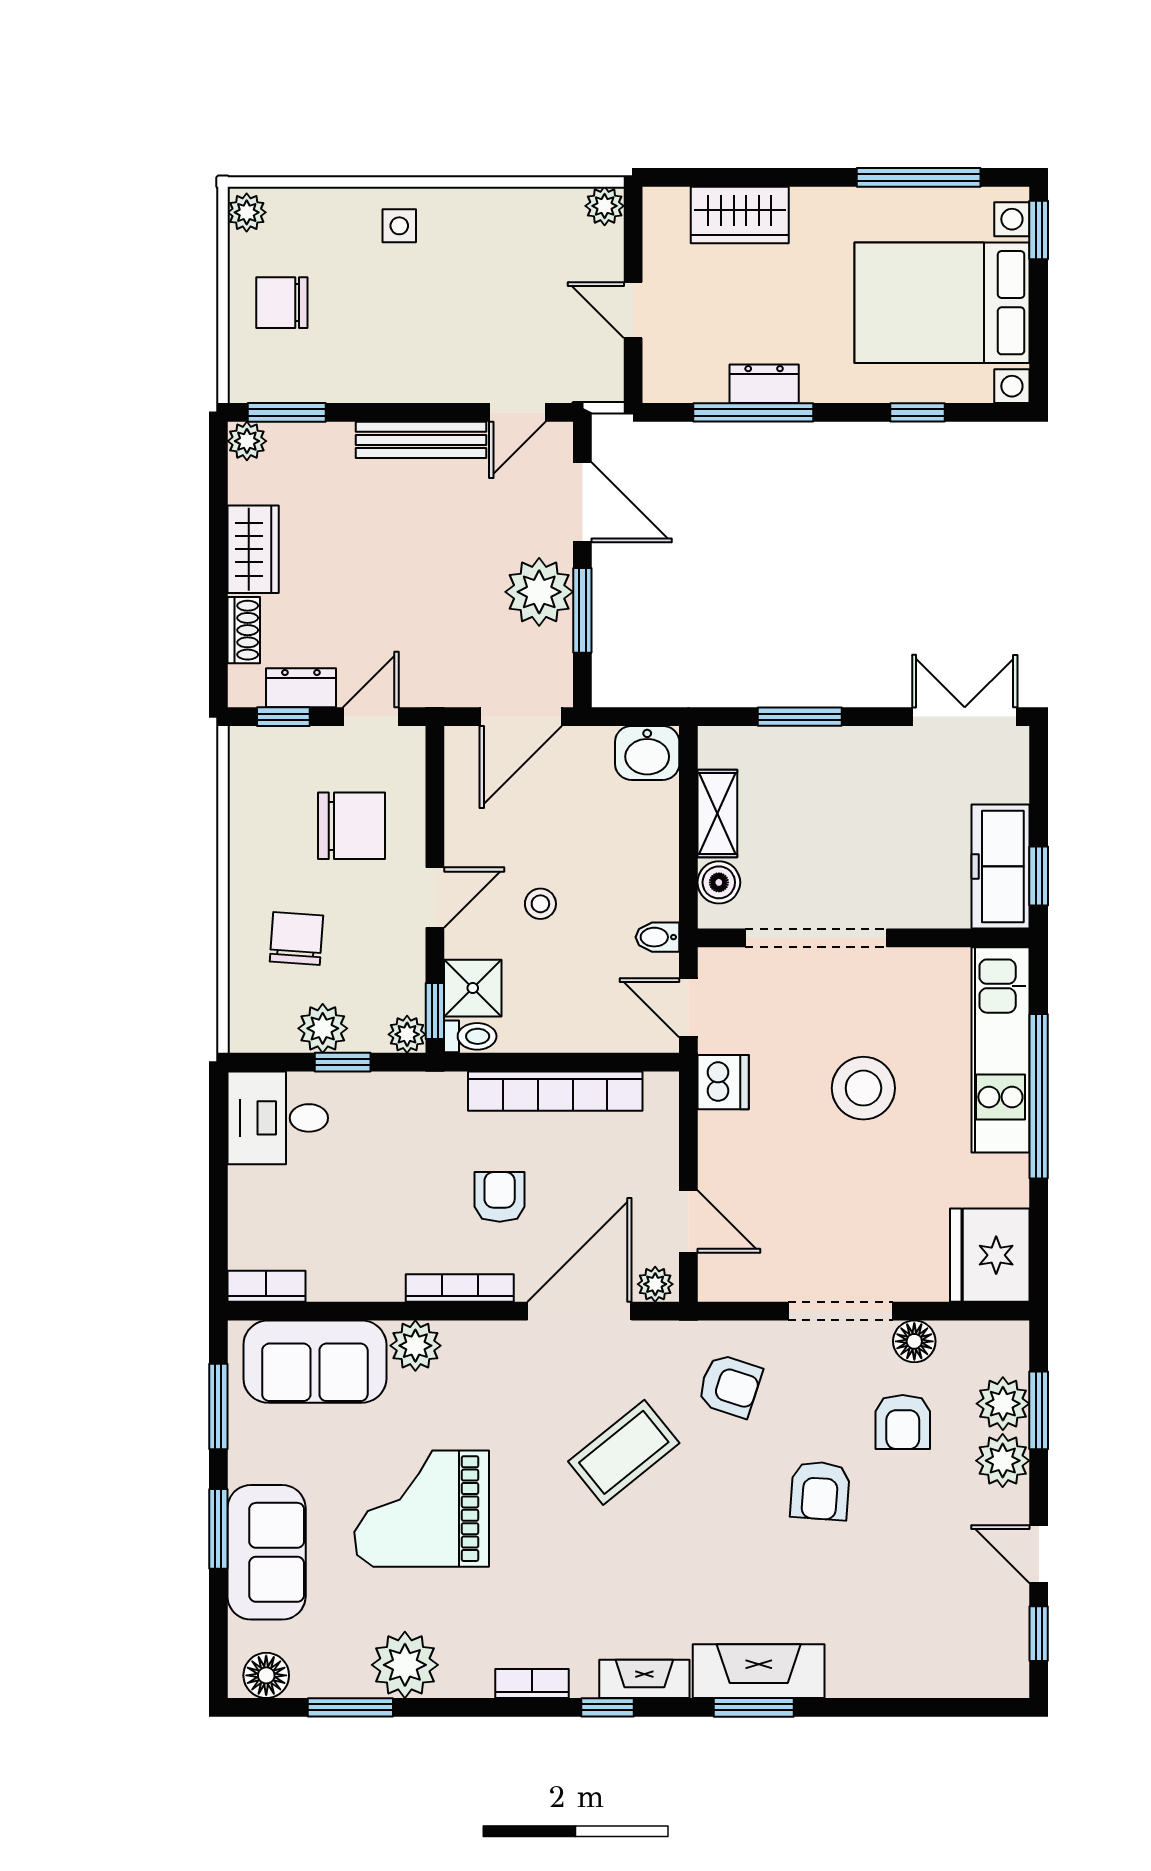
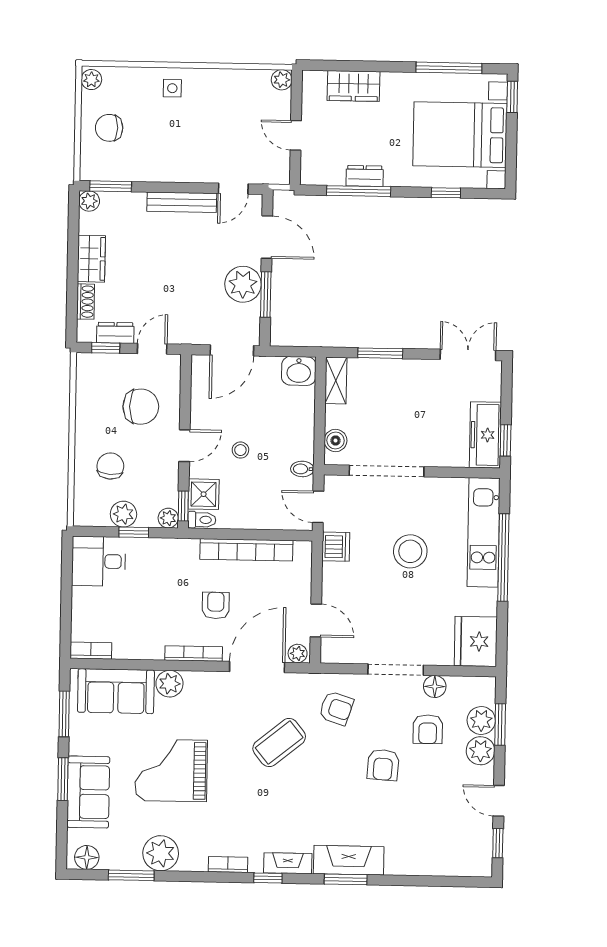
shelving: (717, 814) -> (336, 381), moved

